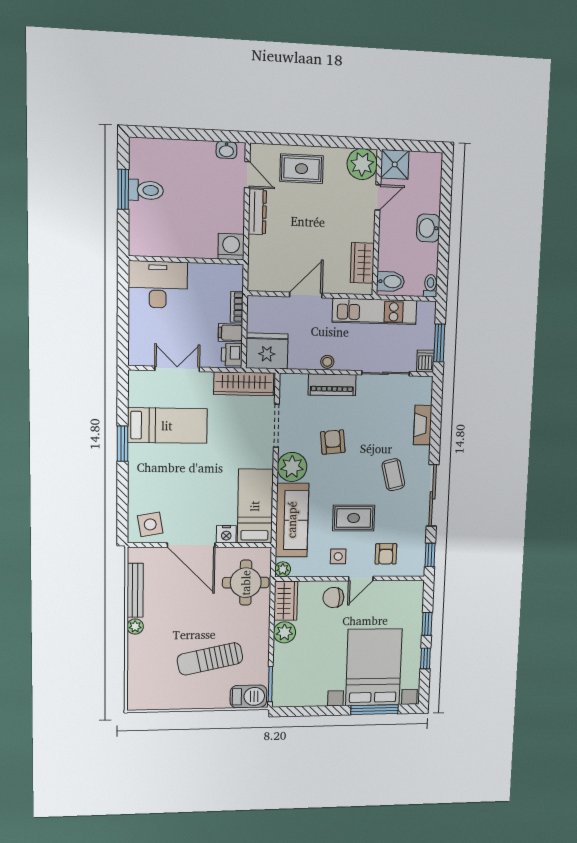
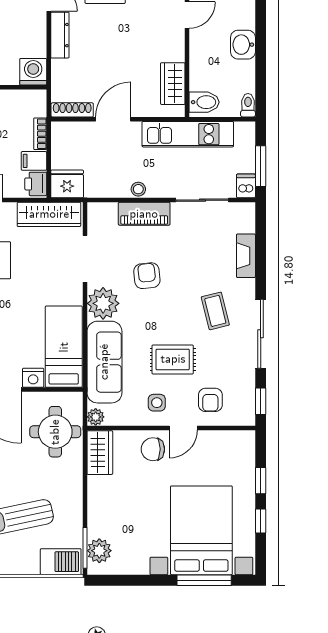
shoe rack: (268, 285) -> (72, 110), added
fridge: (267, 351) -> (67, 184), width x0.73, depth x0.75
plant: (284, 632) -> (99, 551), moved

